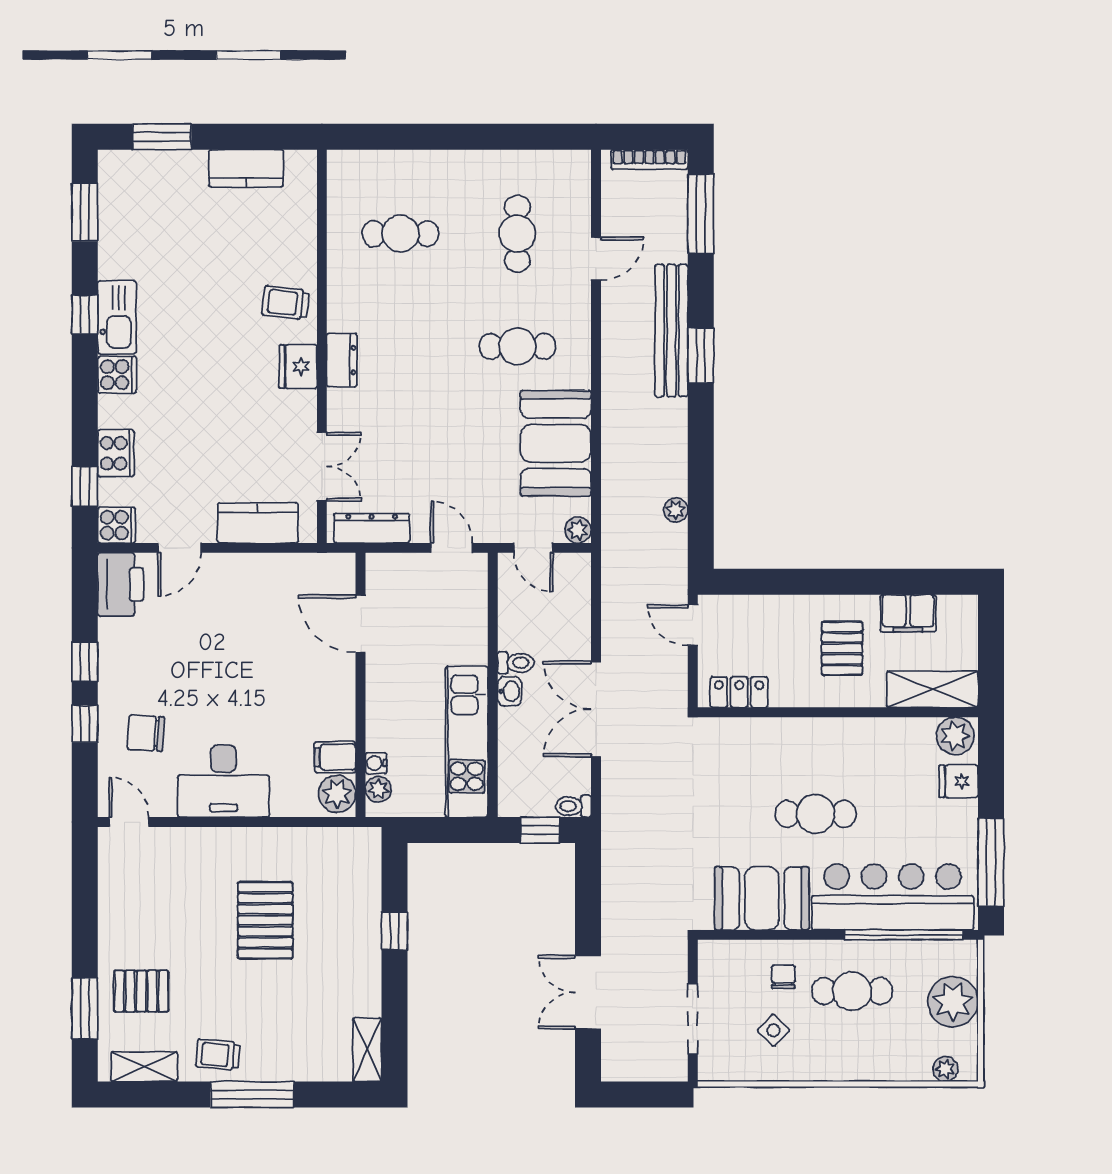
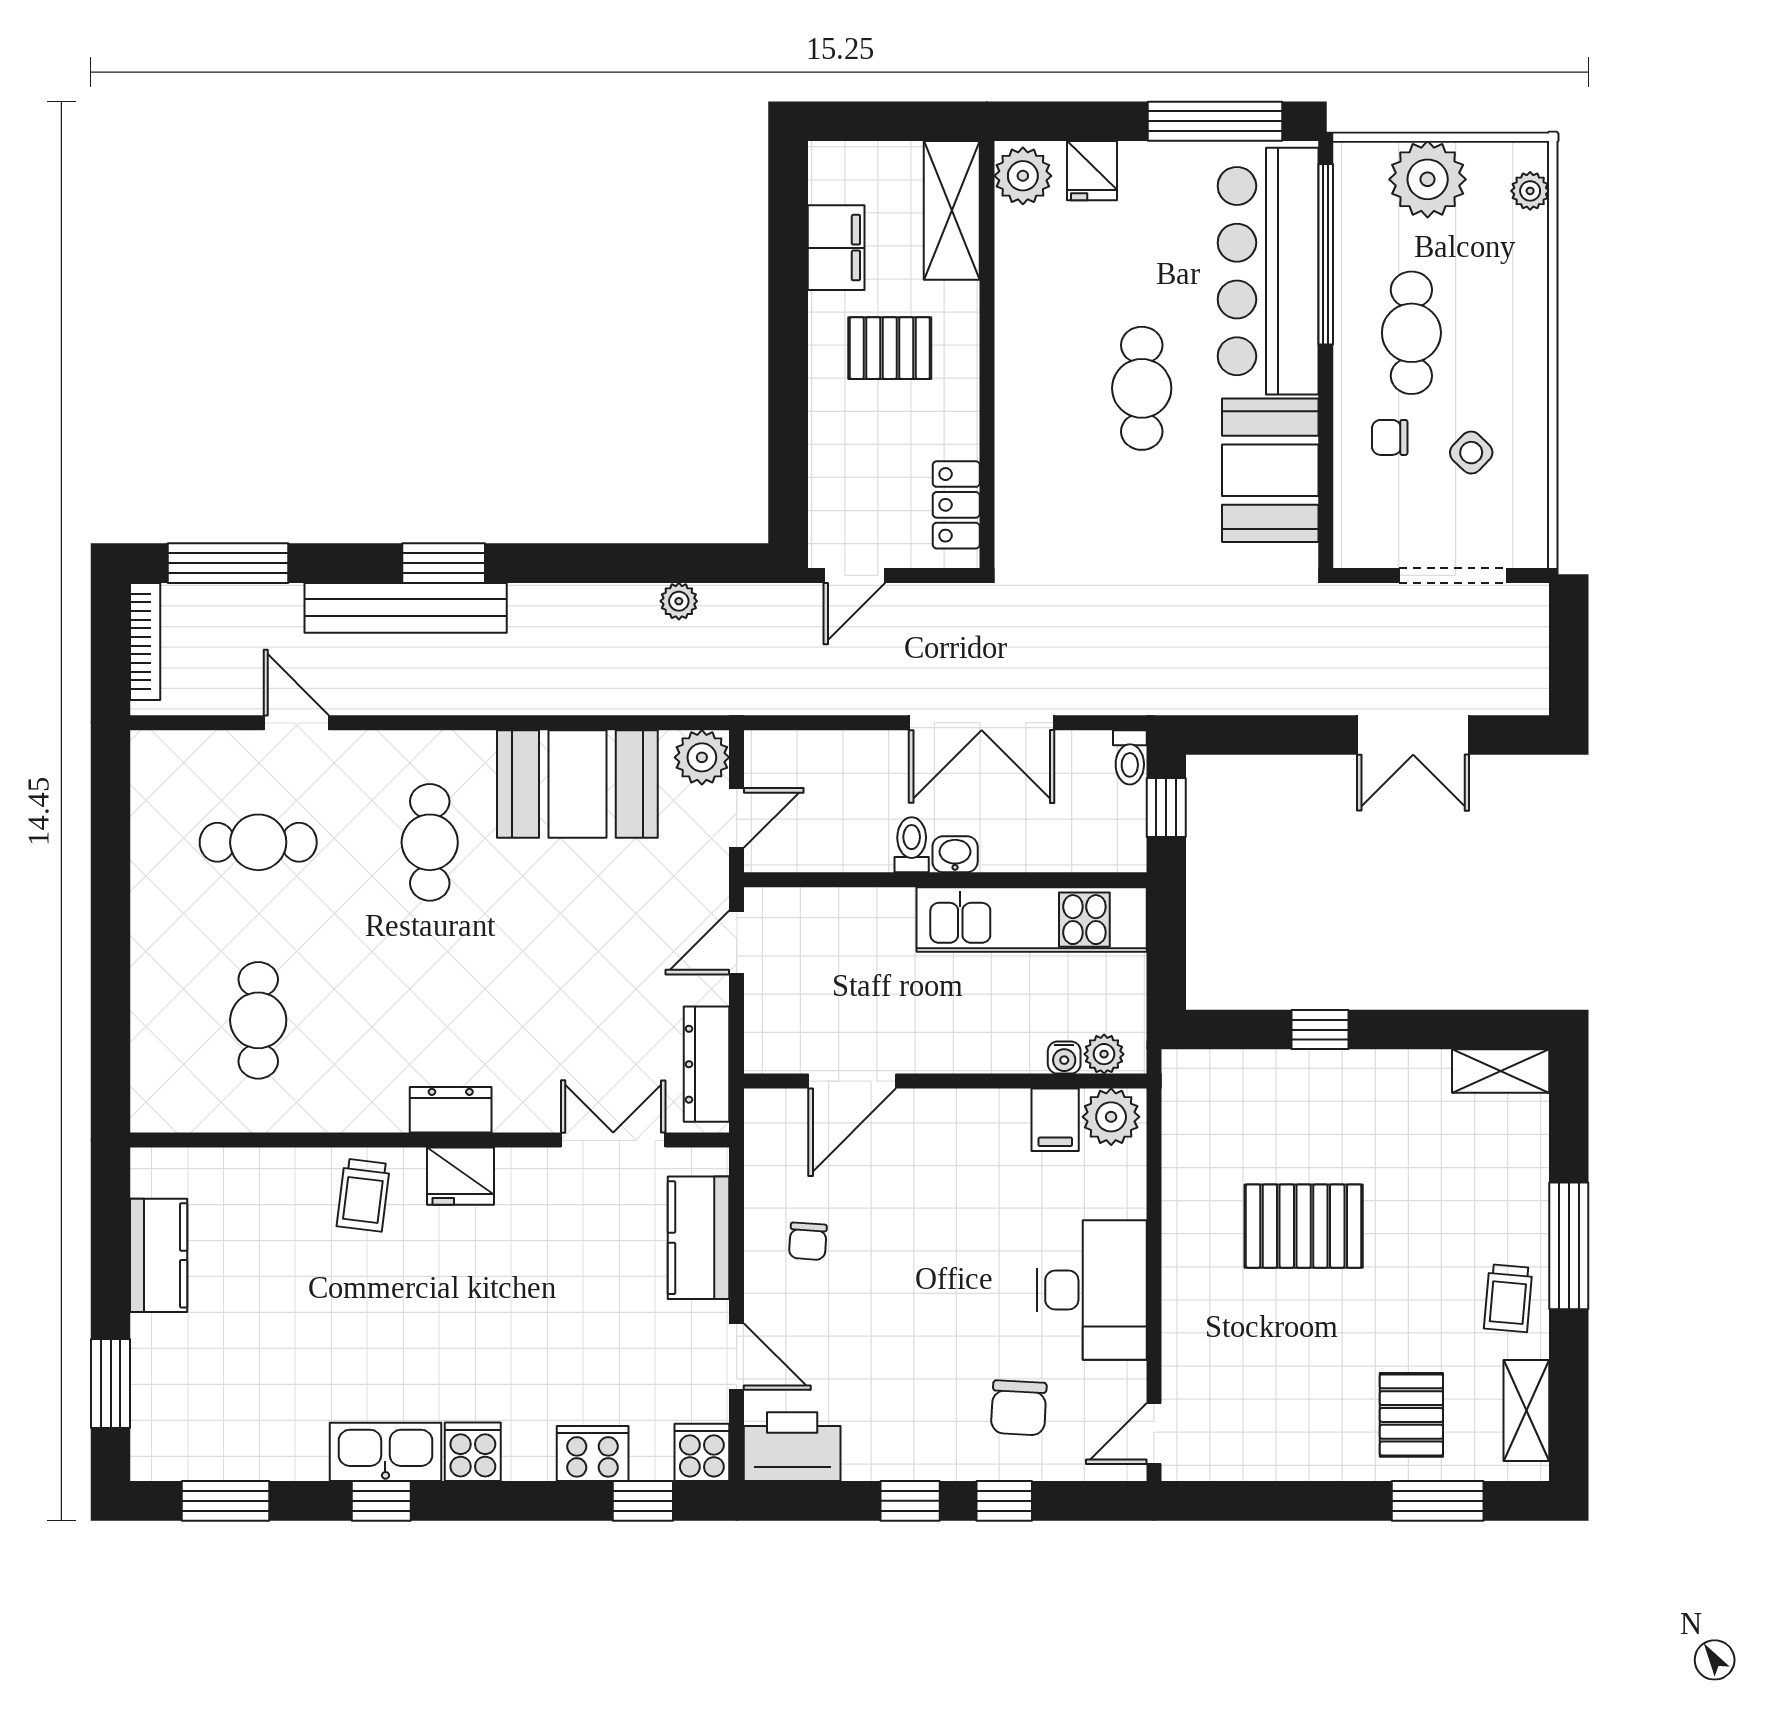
plant: (578, 530) -> (702, 757), width x1.38, depth x1.38
chair: (255, 595) -> (808, 1241), added

